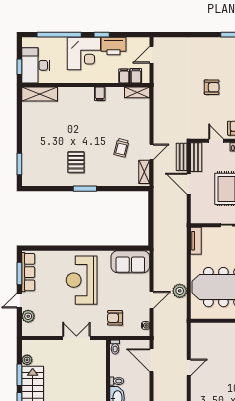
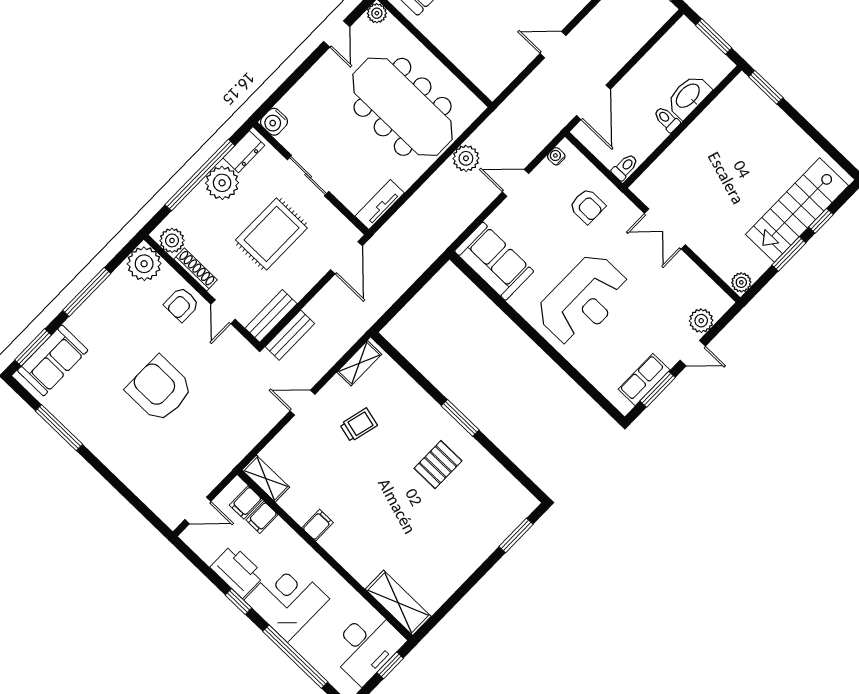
armchair: (212, 87) -> (160, 389), width x1.88, depth x1.88
door: (151, 152) -> (302, 403), moved
door: (189, 184) -> (346, 258), moved
row of seats: (28, 272) -> (644, 380), width x0.68
plant: (27, 360) -> (741, 282), moved

